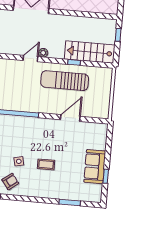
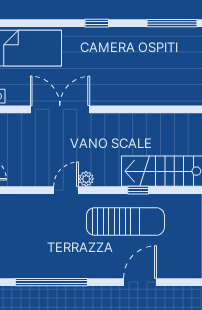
sun lounger: (65, 81) -> (125, 221), turned 180

